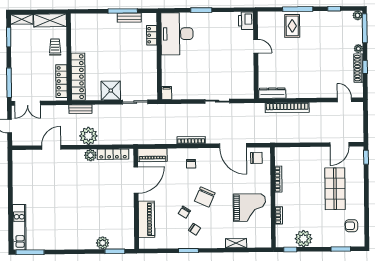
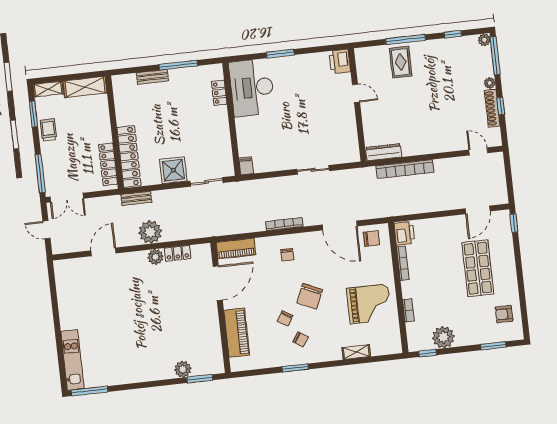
bench: (129, 18) -> (152, 77), moved
trolley: (55, 47) -> (48, 130), moved
locker: (113, 154) -> (178, 253), width x0.66
printer: (282, 156) -> (404, 233), added

